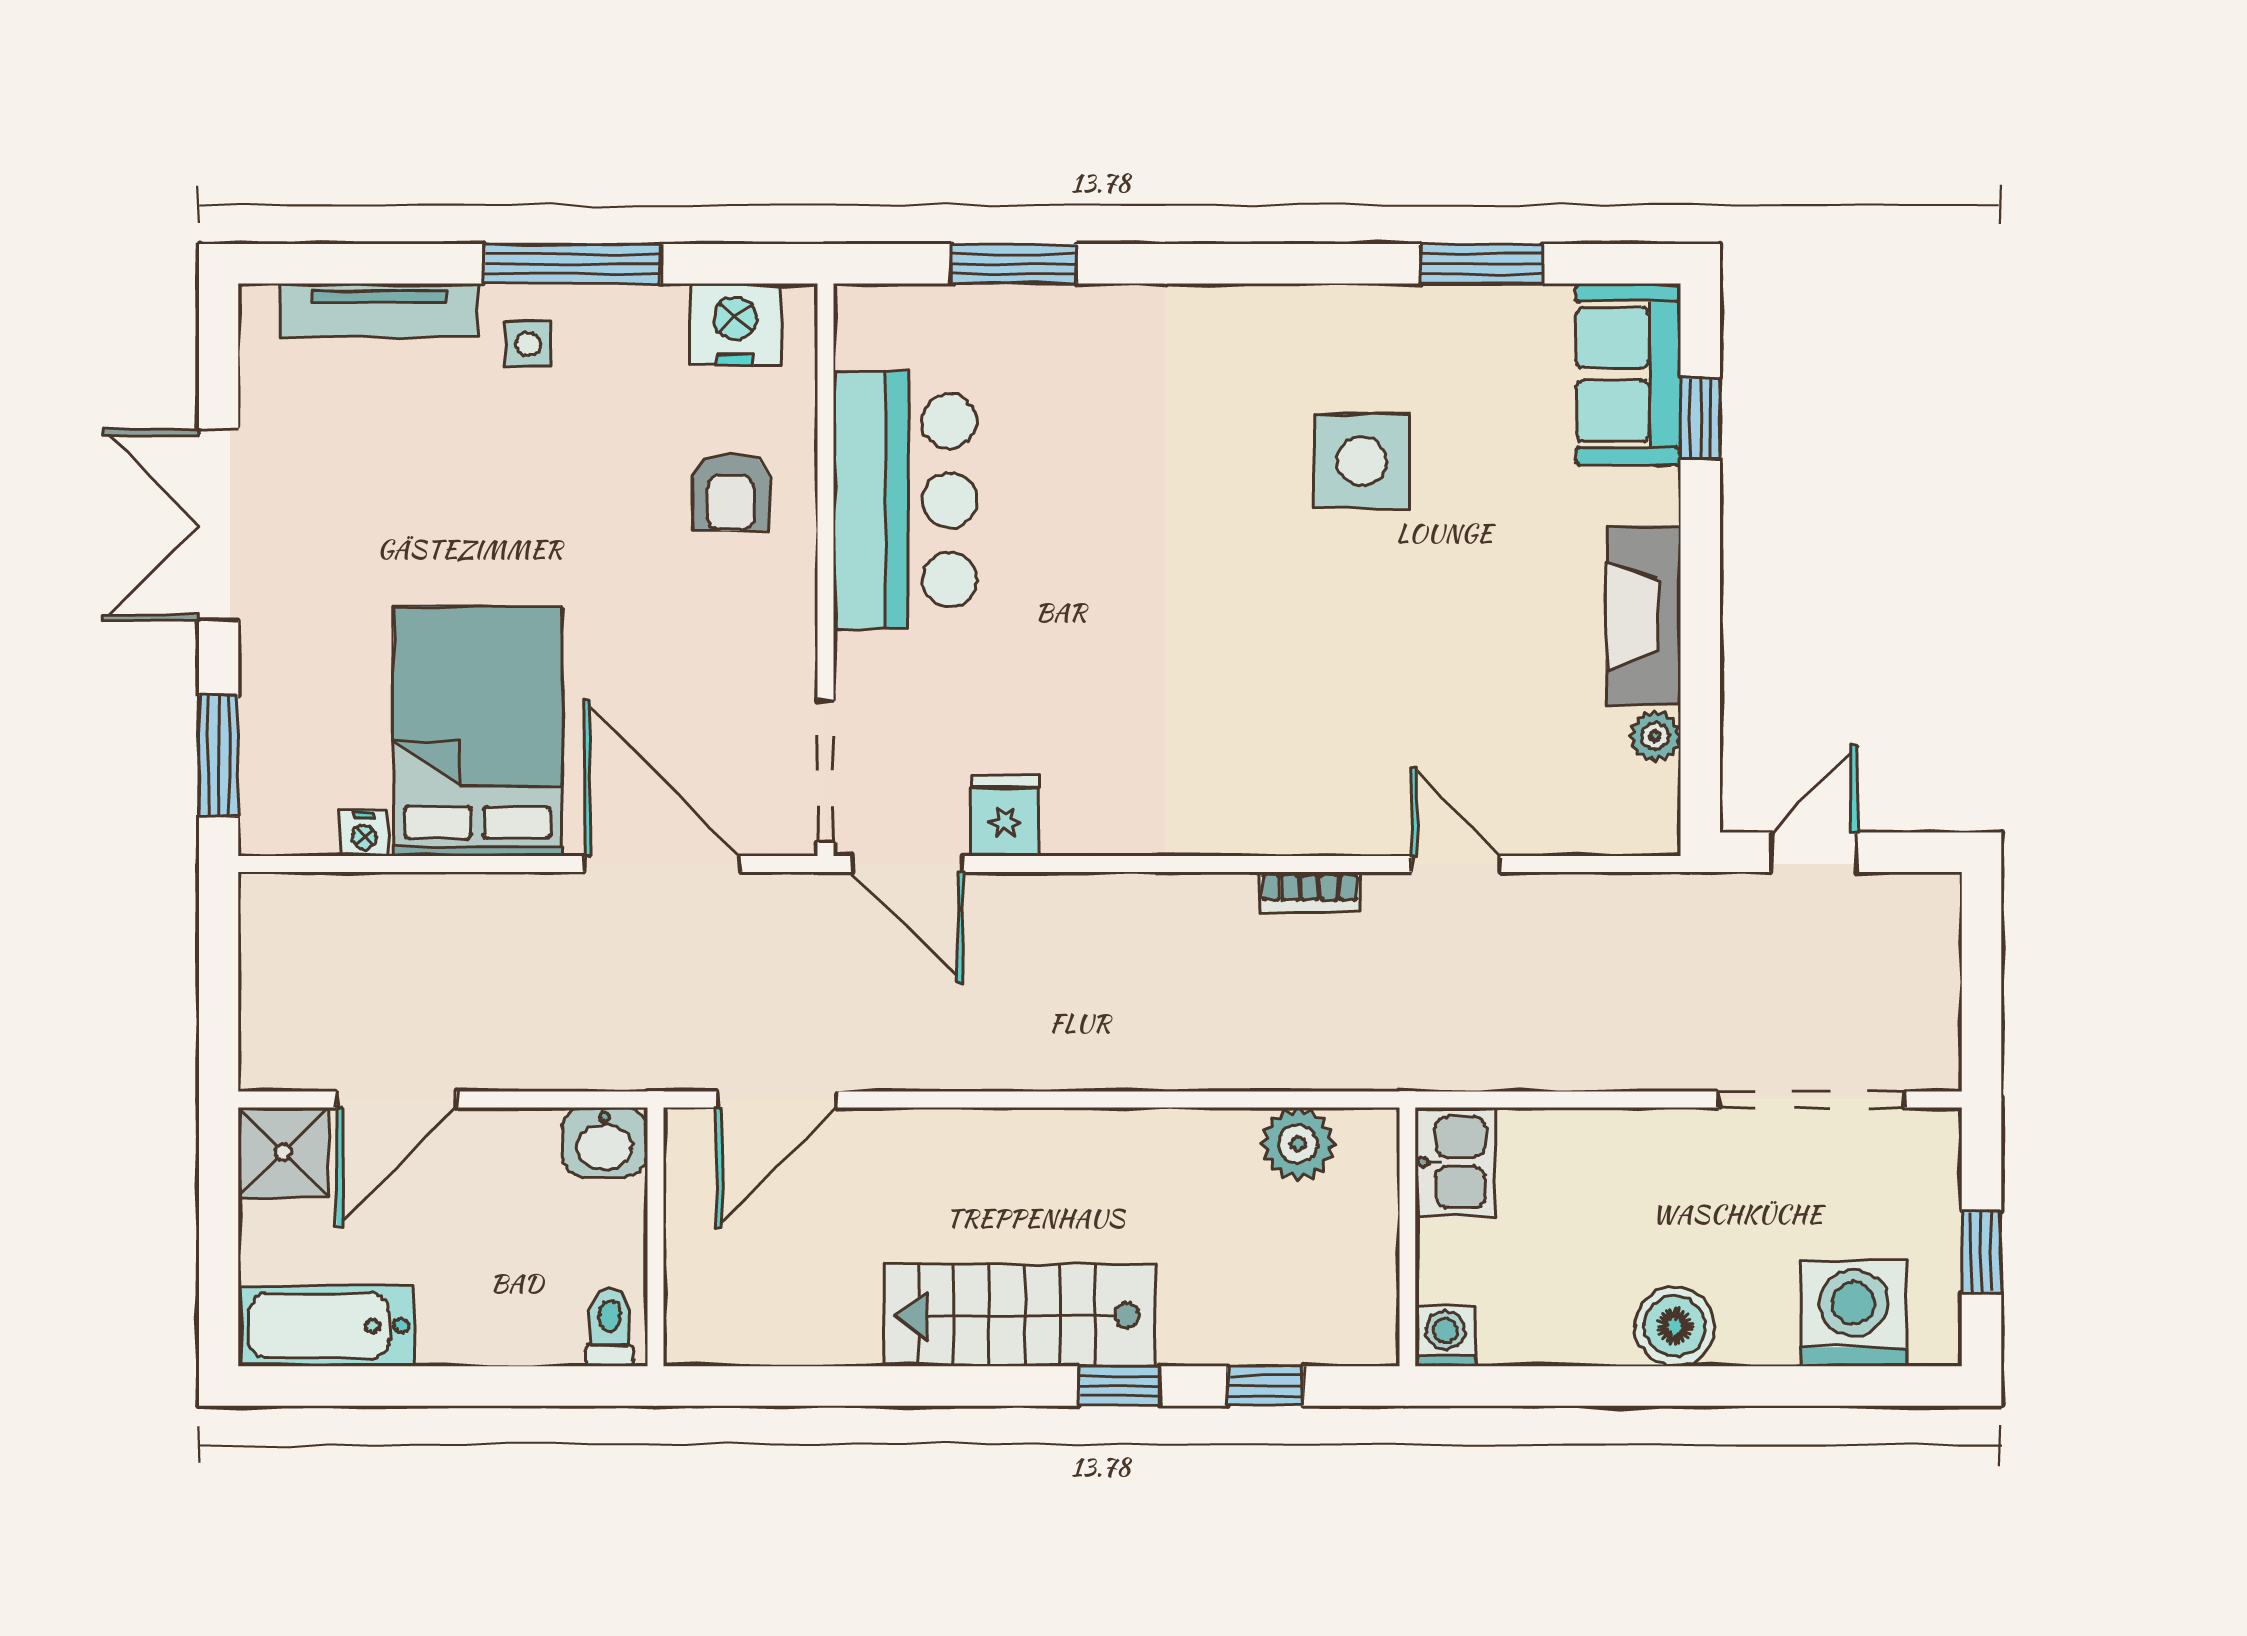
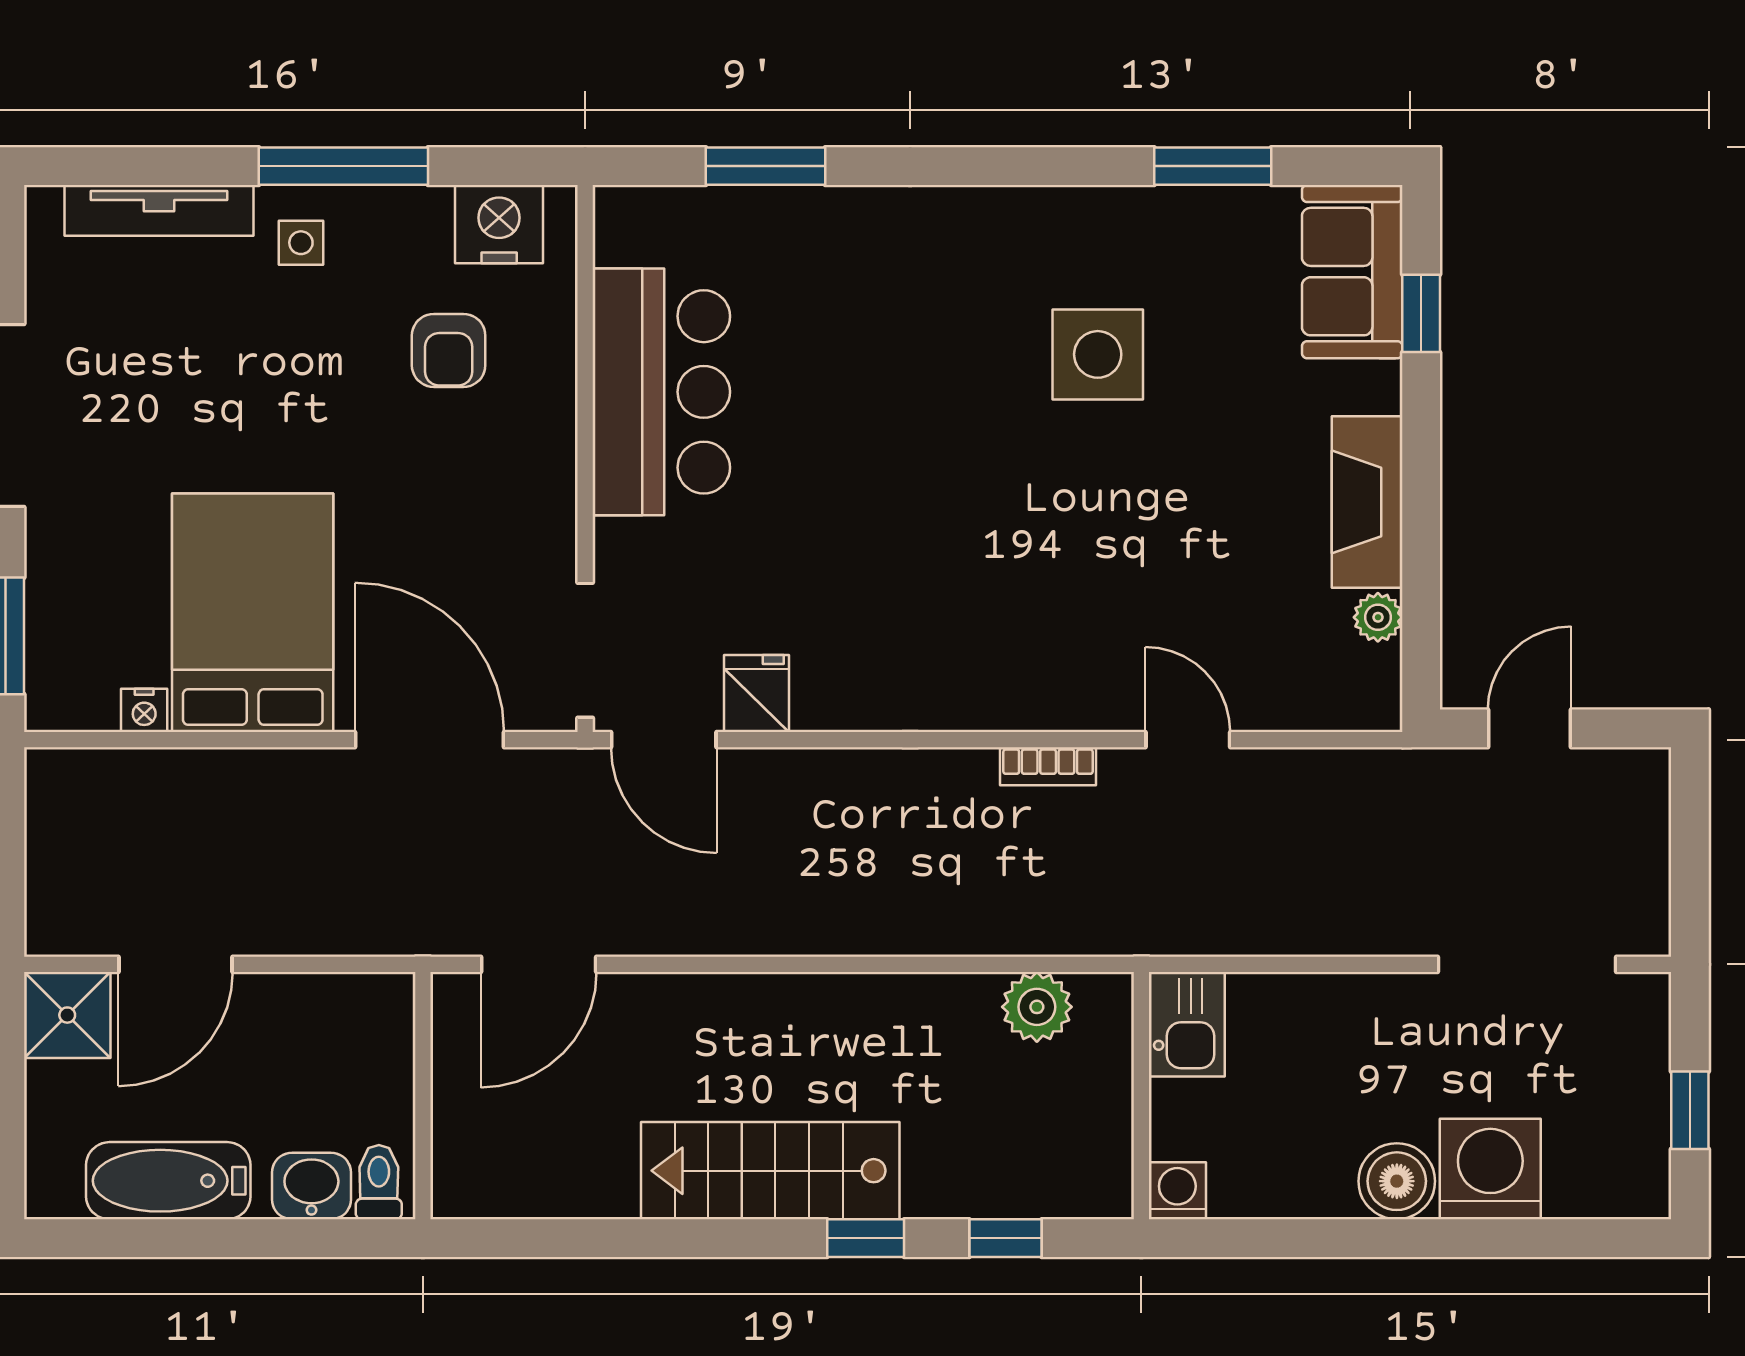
armchair: (731, 492) -> (449, 350), moved
washbasin: (604, 1142) -> (311, 1186), moved, turned 180
washing machine: (1854, 1314) -> (1490, 1169), moved
bathtub: (327, 1326) -> (168, 1181), moved

